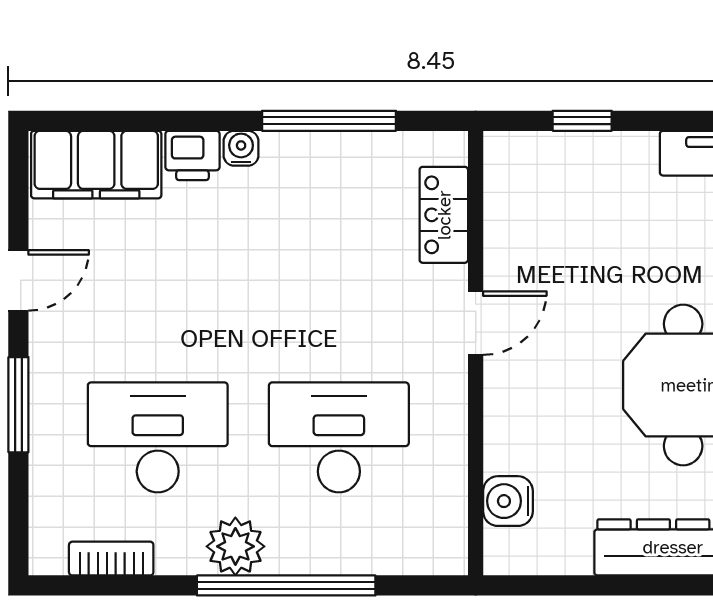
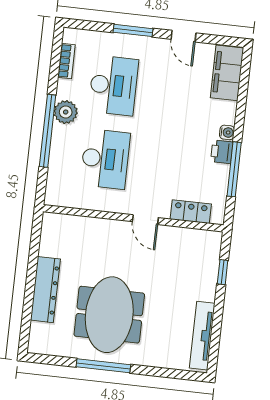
printer: (192, 155) -> (222, 152), moved
water cooler: (508, 501) -> (72, 225), removed

